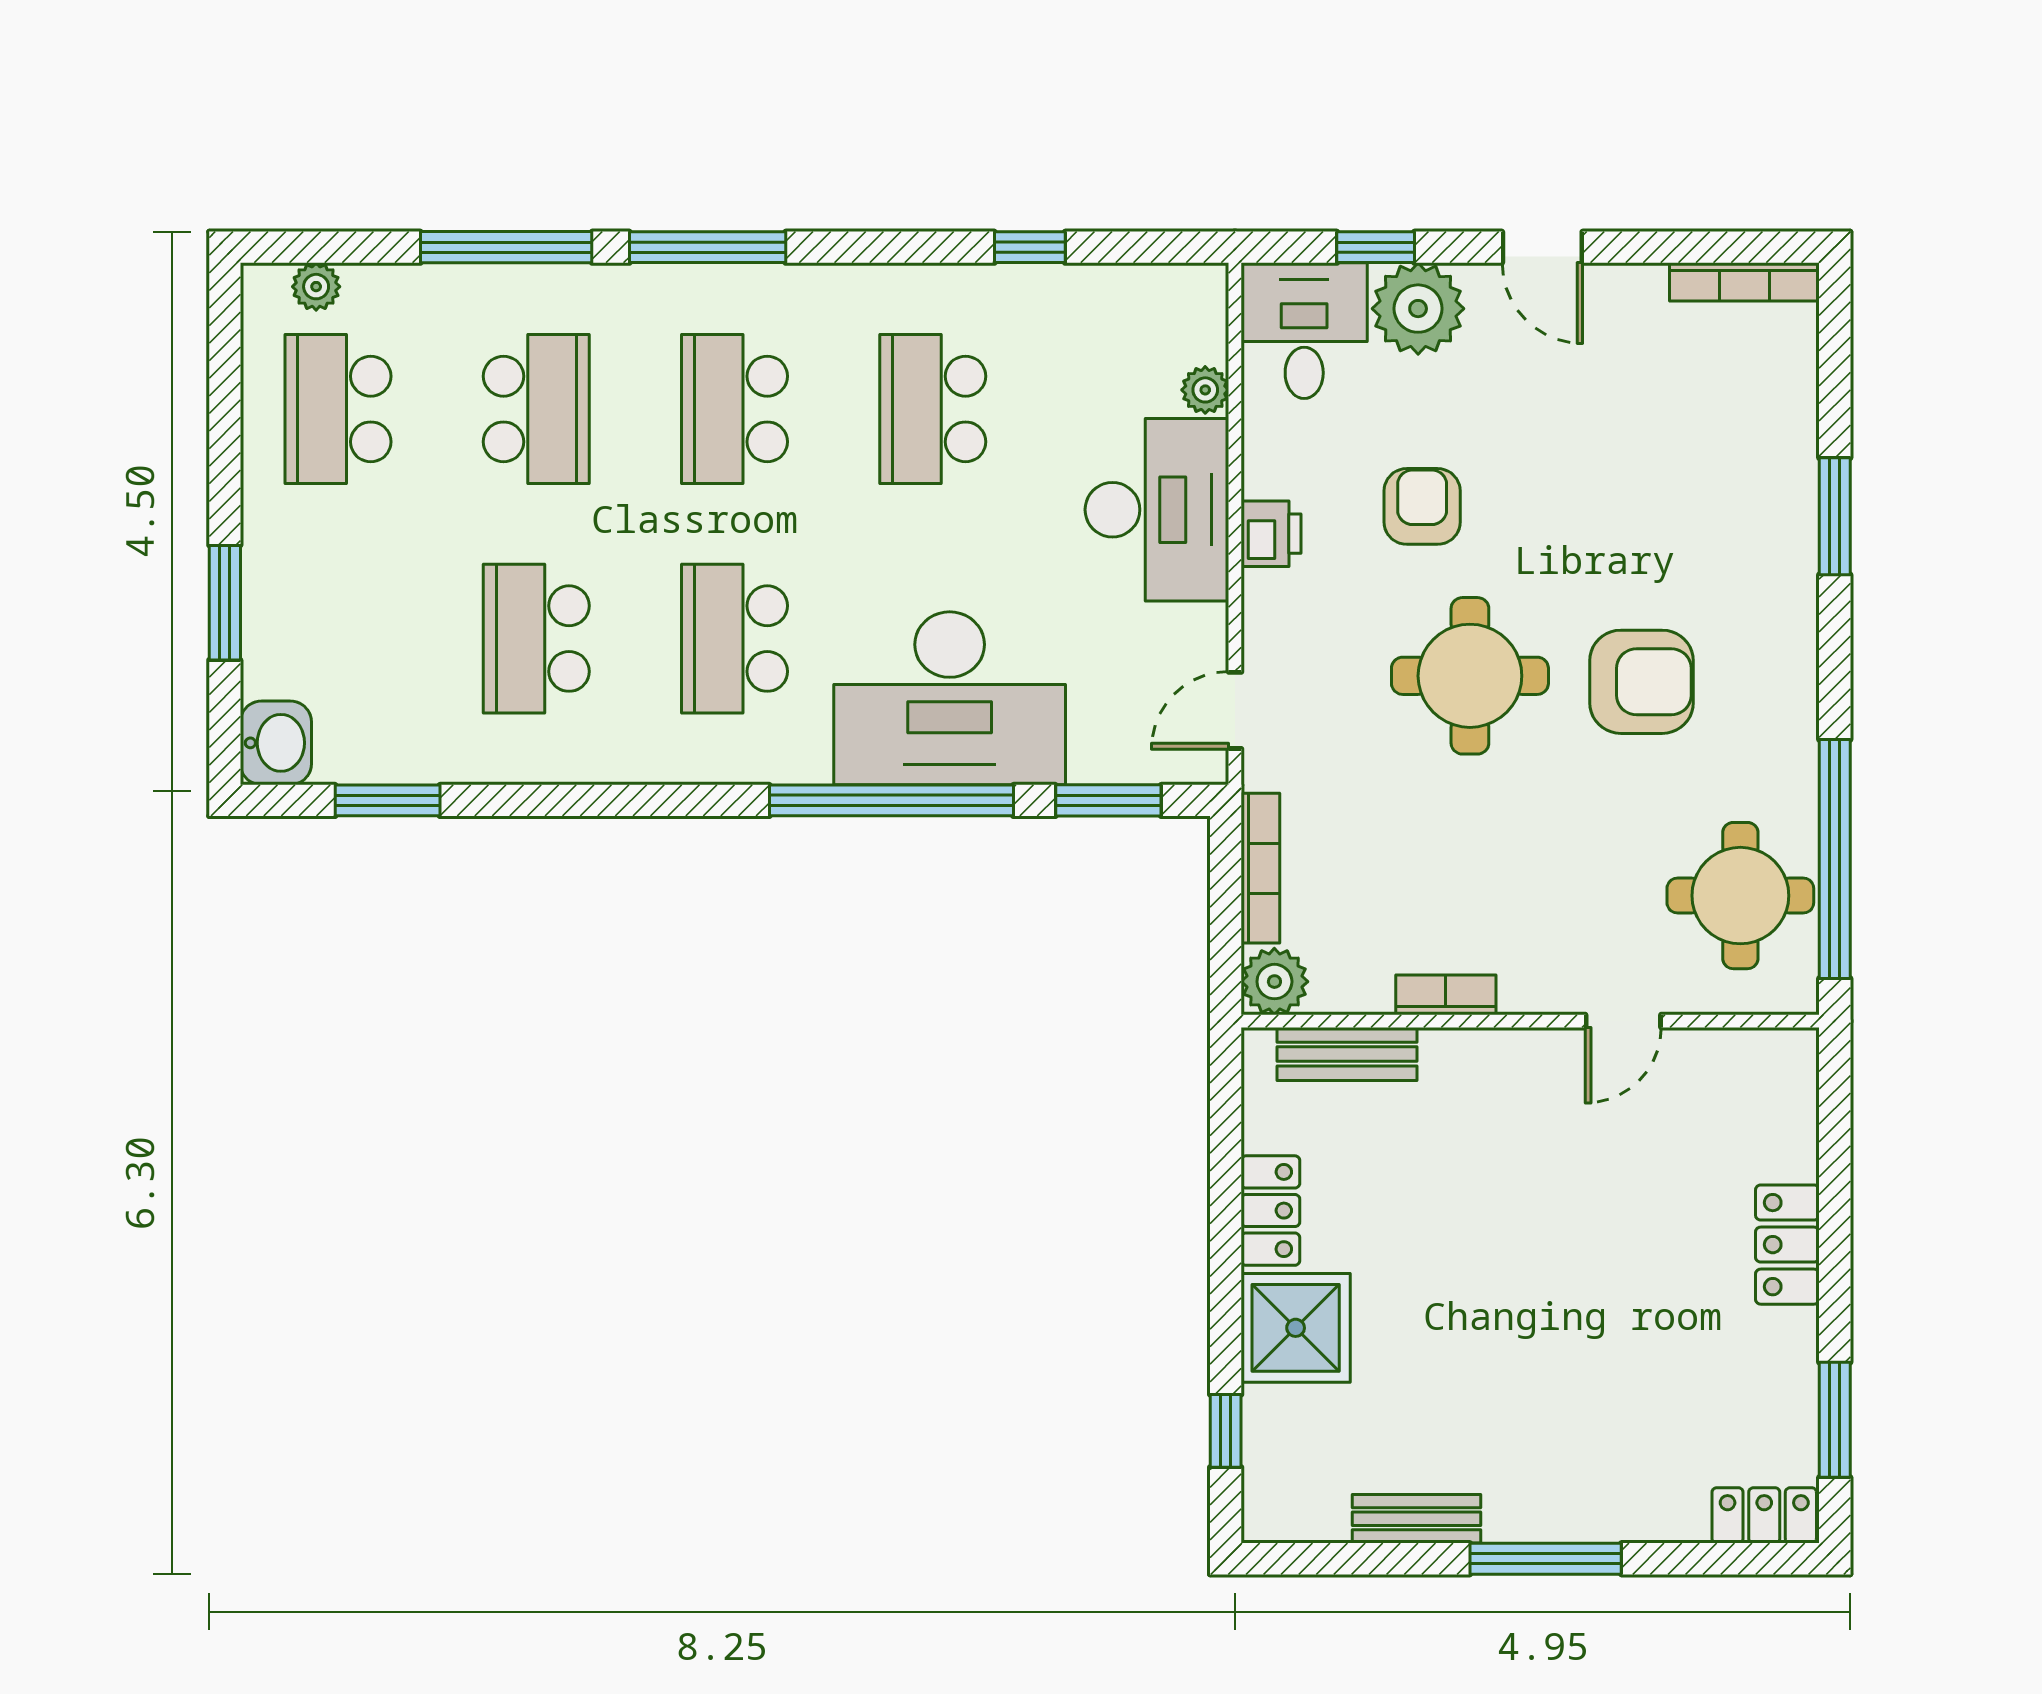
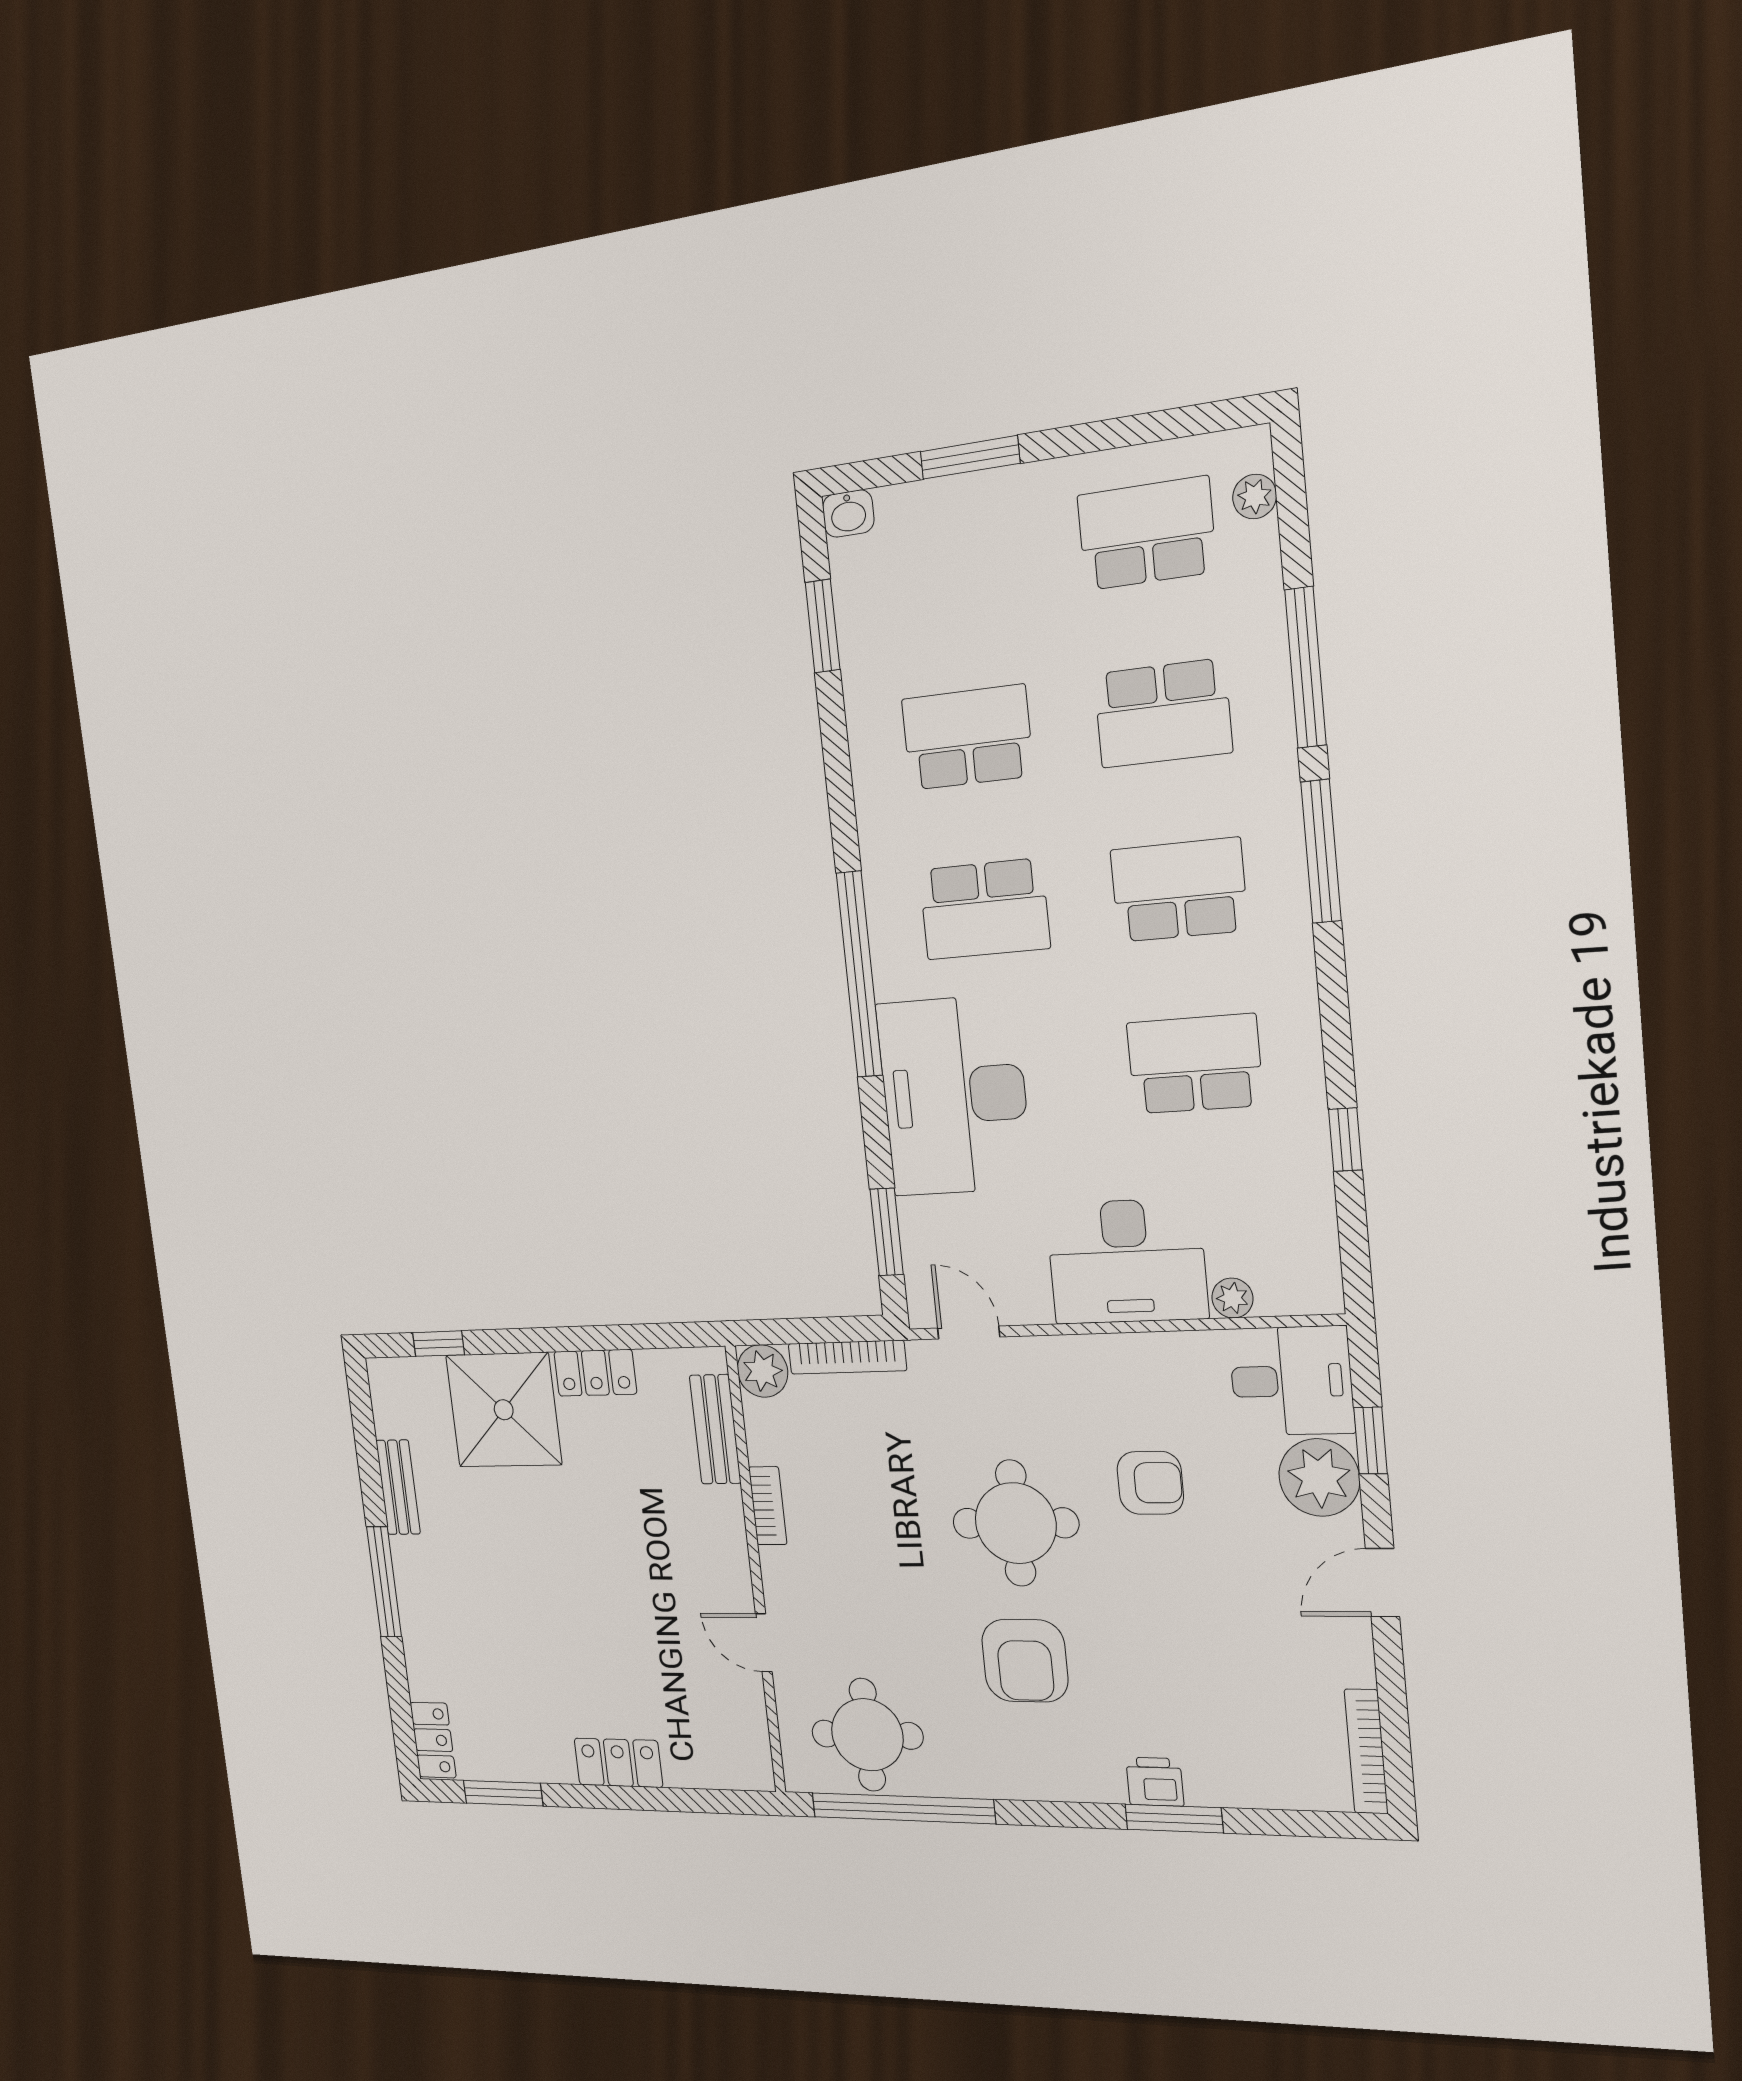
printer: (1271, 534) -> (1155, 1782), moved, turned 180
school desk: (735, 639) -> (984, 909), turned 180
washbasin: (276, 743) -> (848, 514), width x0.72, depth x0.69
window: (891, 800) -> (859, 974), moved
shower: (1296, 1328) -> (504, 1410), width x1.37, depth x1.37

